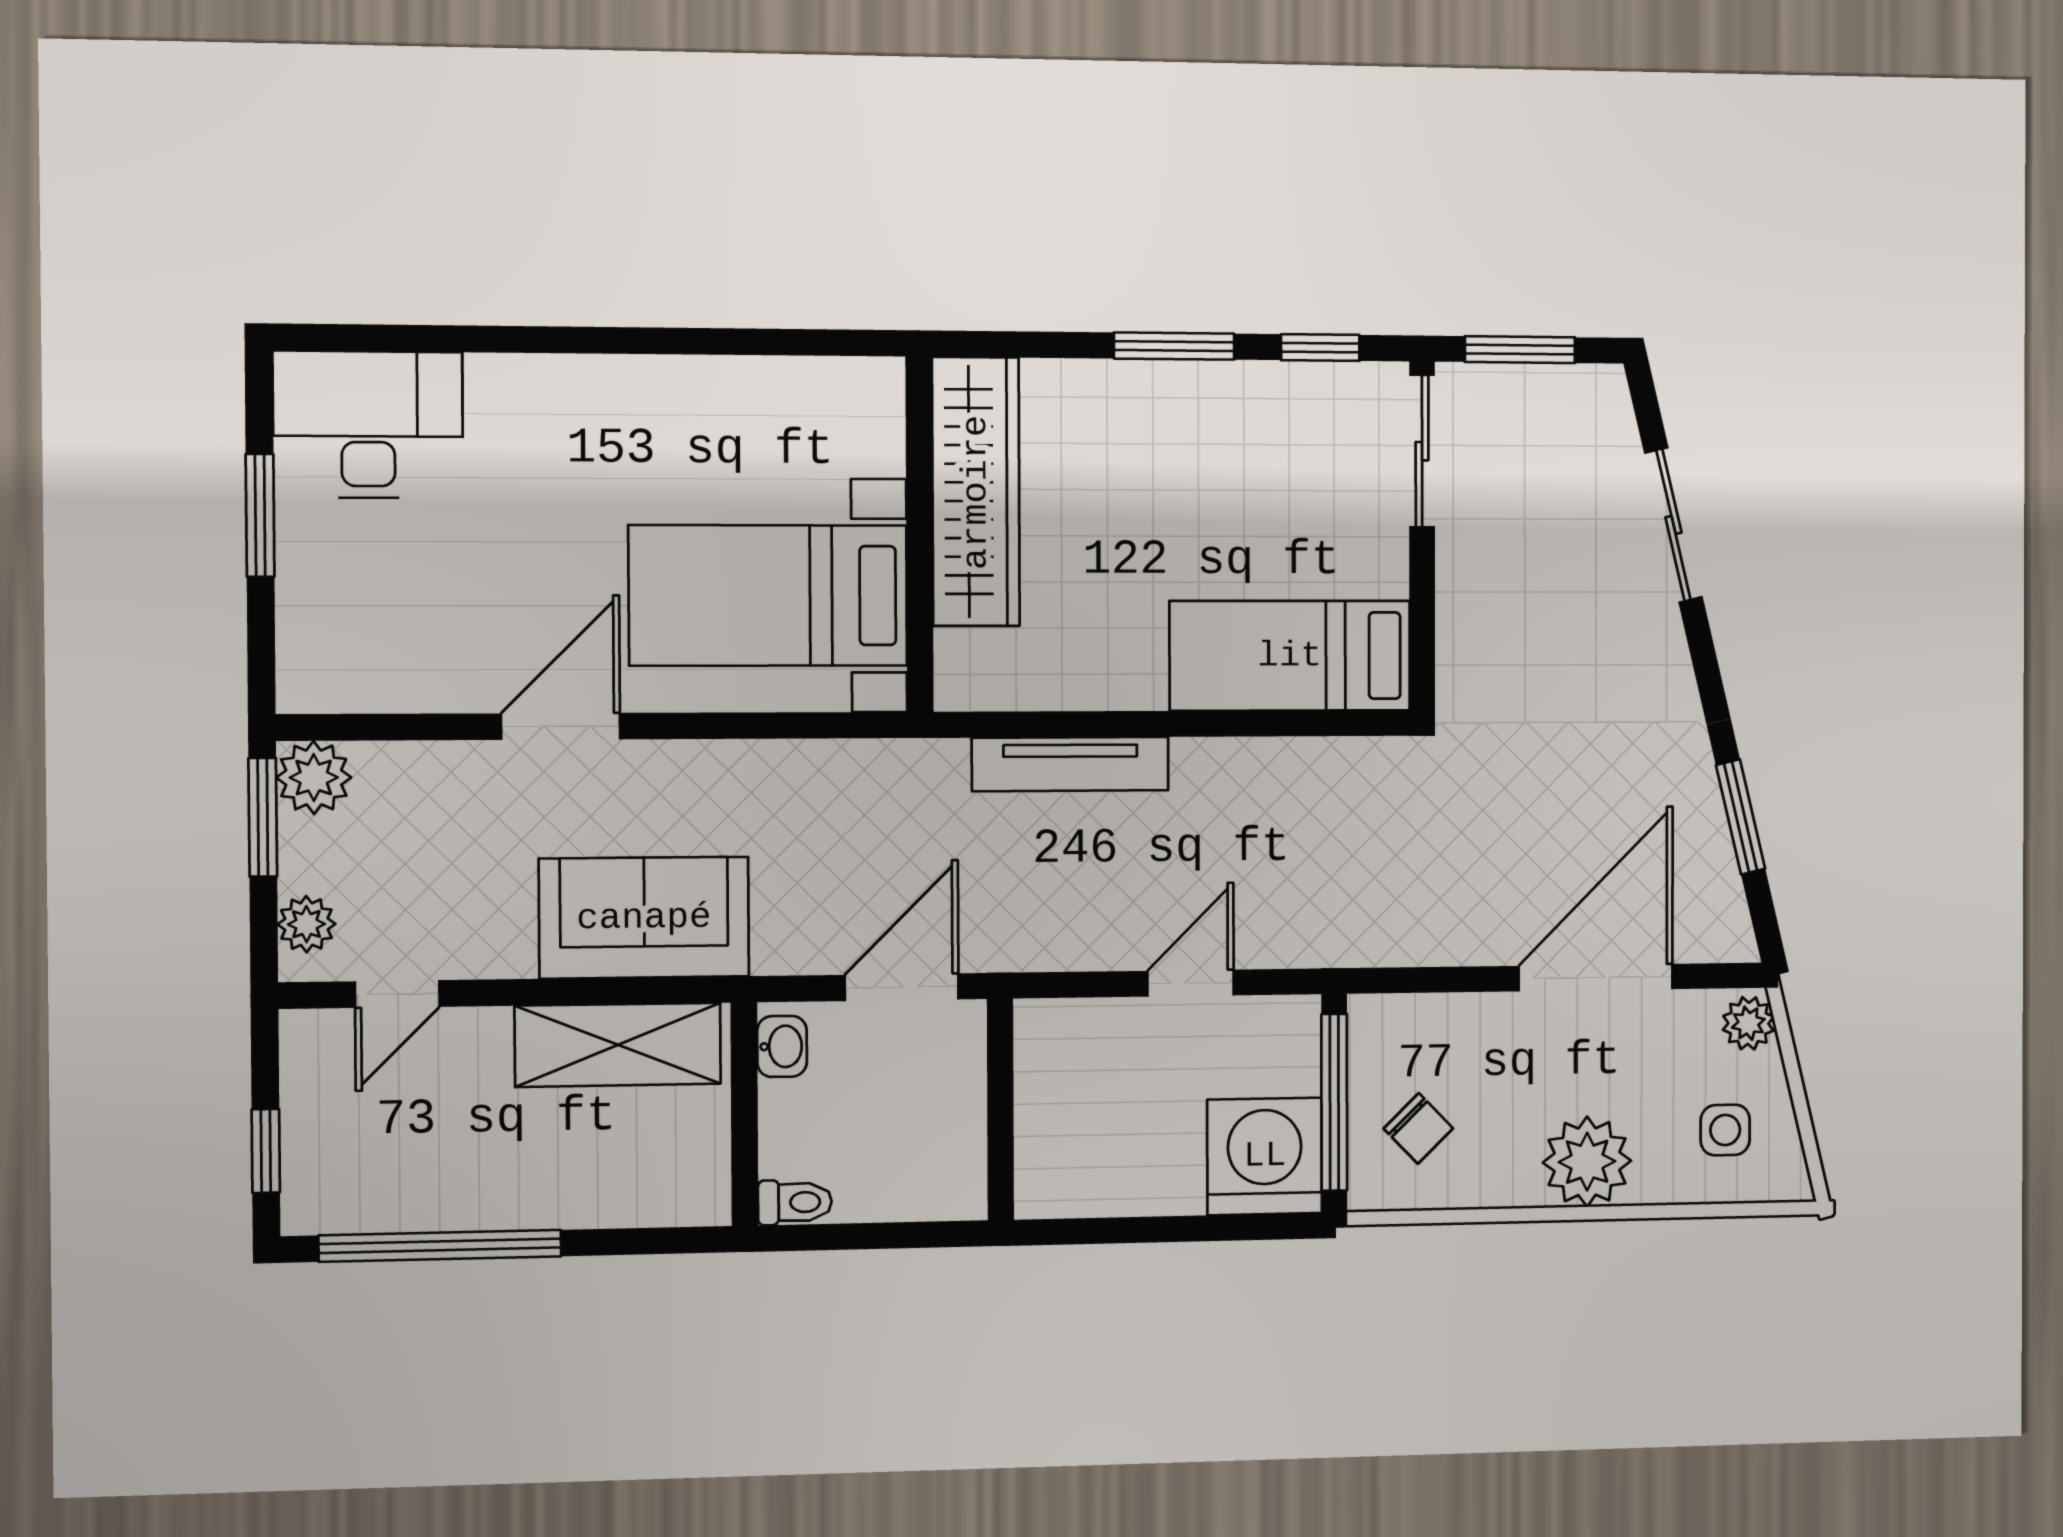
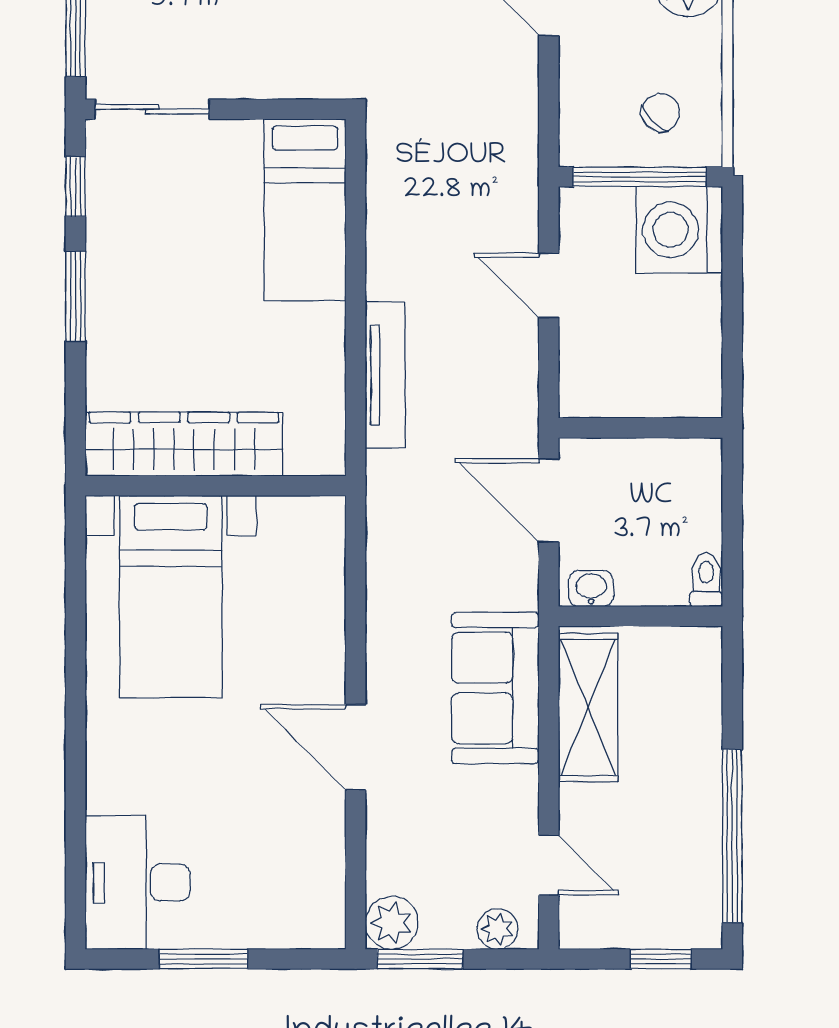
bed with nightstands: (768, 595) -> (171, 597), moved

